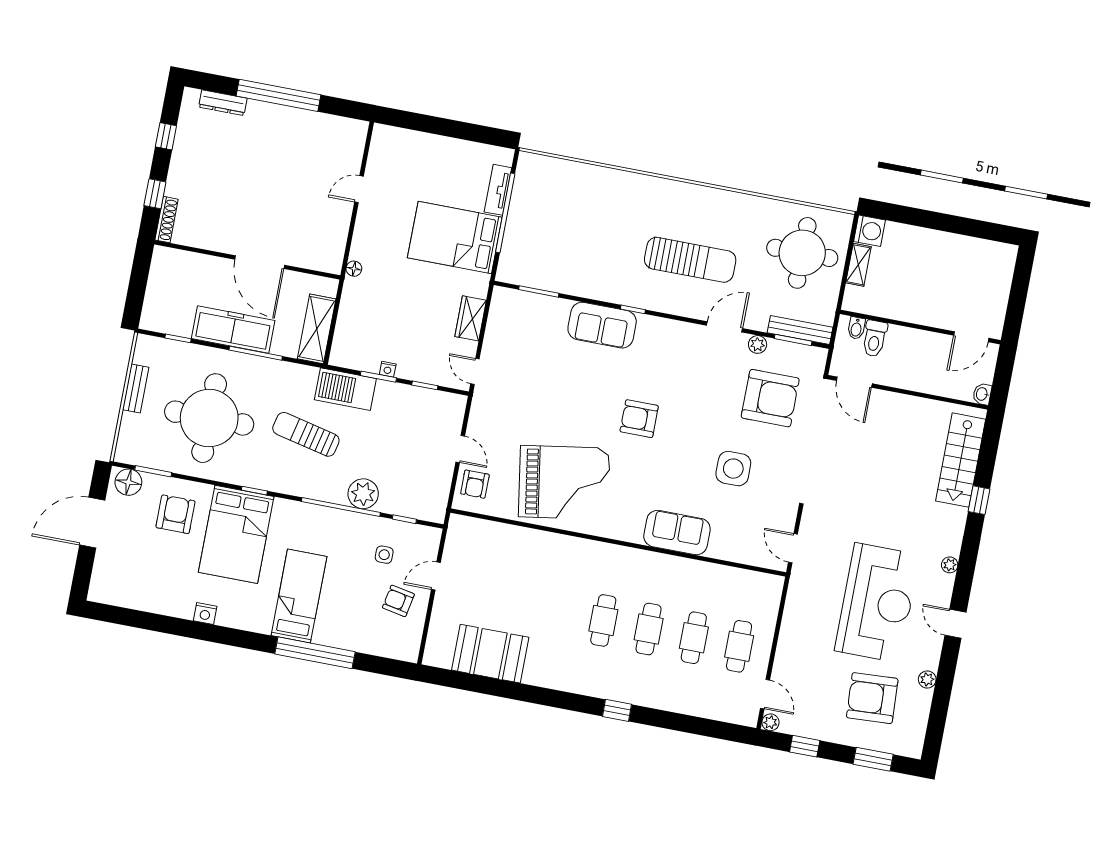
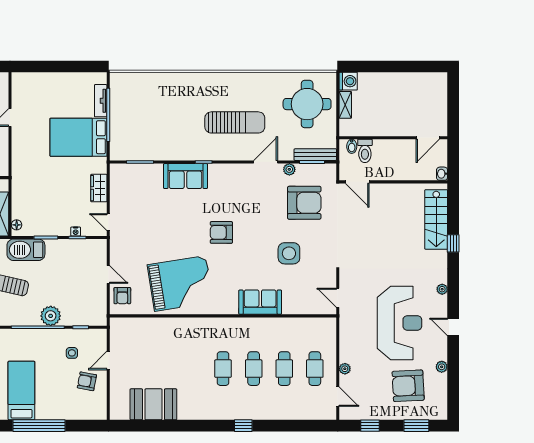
floor lamp: (354, 269) -> (17, 225), moved
nightstand: (388, 369) -> (76, 232), moved
plant: (770, 722) -> (345, 369), moved

